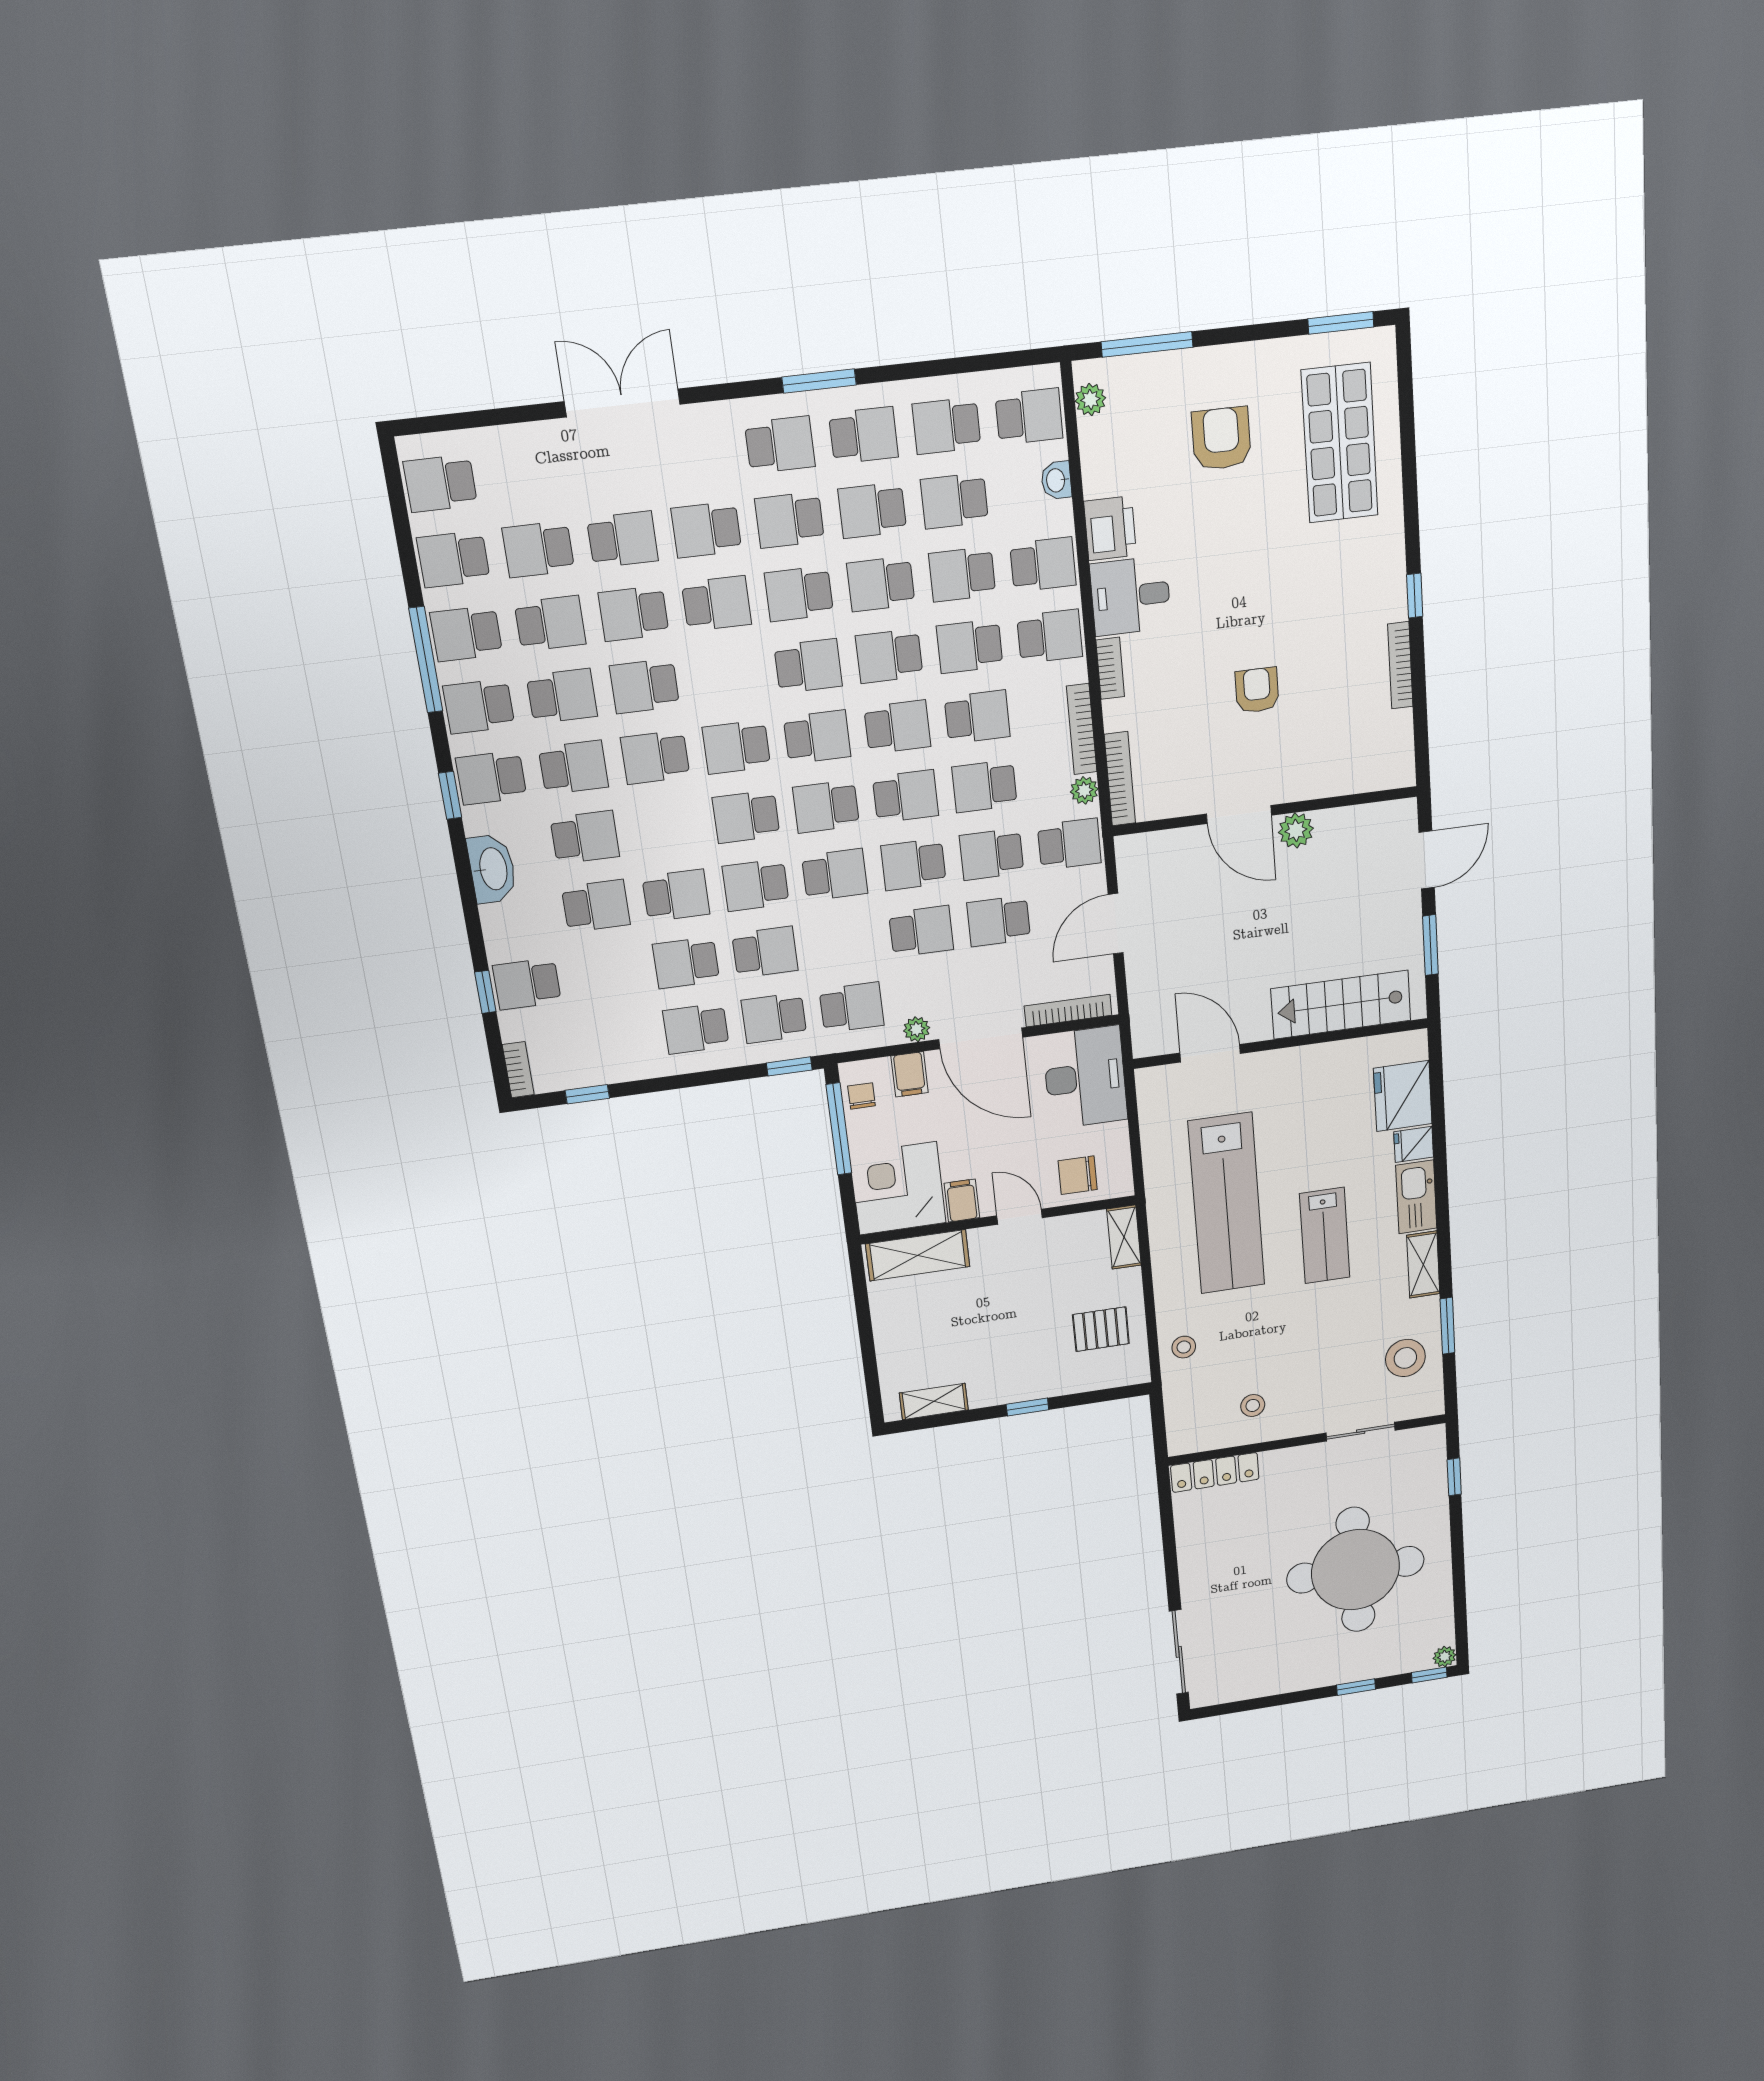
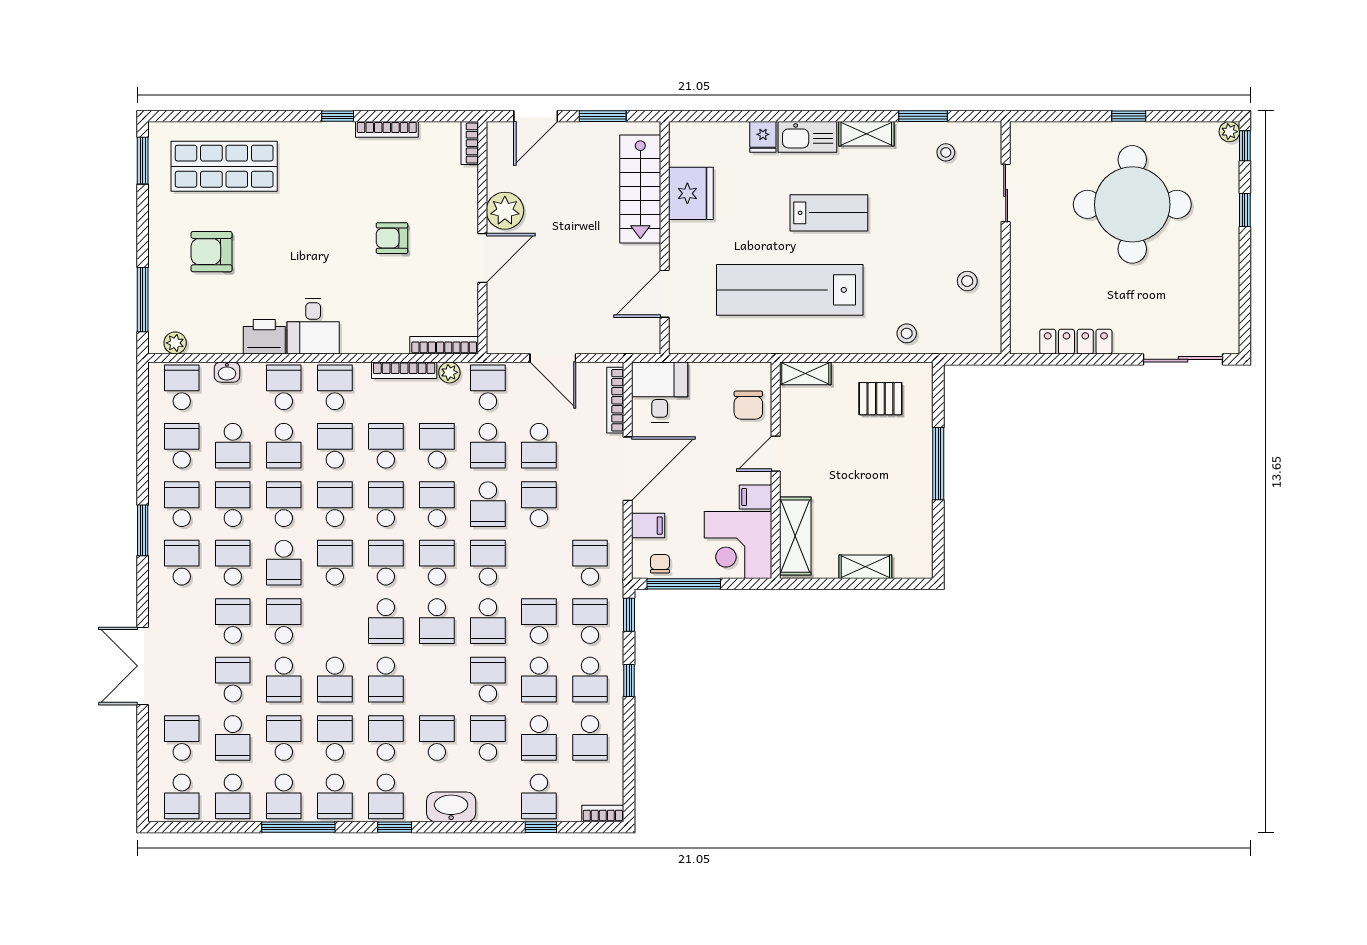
school desk: (947, 426) -> (182, 446), turned 180
school desk: (526, 474) -> (182, 738), added
school desk: (872, 510) -> (233, 504), turned 180
school desk: (790, 520) -> (233, 563), turned 180
school desk: (706, 530) -> (233, 621), turned 180
school desk: (881, 584) -> (284, 504), turned 180
school desk: (970, 646) -> (335, 446), turned 180
school desk: (889, 656) -> (335, 504), turned 180
bookcase: (1110, 668) -> (470, 143), moved, turned -90
school desk: (984, 786) -> (437, 446), turned 180
school desk: (826, 806) -> (437, 563), turned 180
plant: (1296, 830) -> (505, 211), width x1.36, depth x1.36
door: (1427, 860) -> (536, 116), swing flipped
school desk: (607, 973) -> (539, 738), added
school desk: (774, 1018) -> (590, 621), turned 180
plant: (917, 1029) -> (614, 516), removed
school desk: (617, 1039) -> (590, 738), added
desk: (1085, 1077) -> (660, 392), width x0.73
window: (587, 1094) -> (629, 681), moved
chair: (862, 1096) -> (660, 564), turned 90
fridge: (1403, 1096) -> (691, 193), moved, turned -90
lab bench: (1226, 1204) -> (790, 290), turned 180
pallet: (1101, 1329) -> (880, 399), turned 90
stool: (1405, 1358) -> (946, 152), width x0.53, depth x0.53
shelving: (934, 1401) -> (865, 567), moved, turned 90
window: (1027, 1407) -> (938, 464), width x2.17
locker: (1215, 1472) -> (1076, 342), moved, turned -90
window: (1454, 1477) -> (1129, 116), moved

